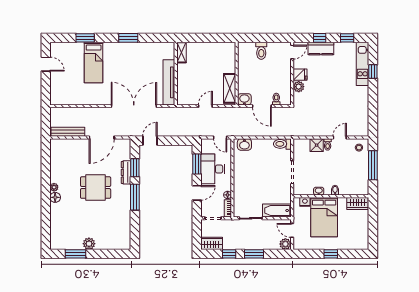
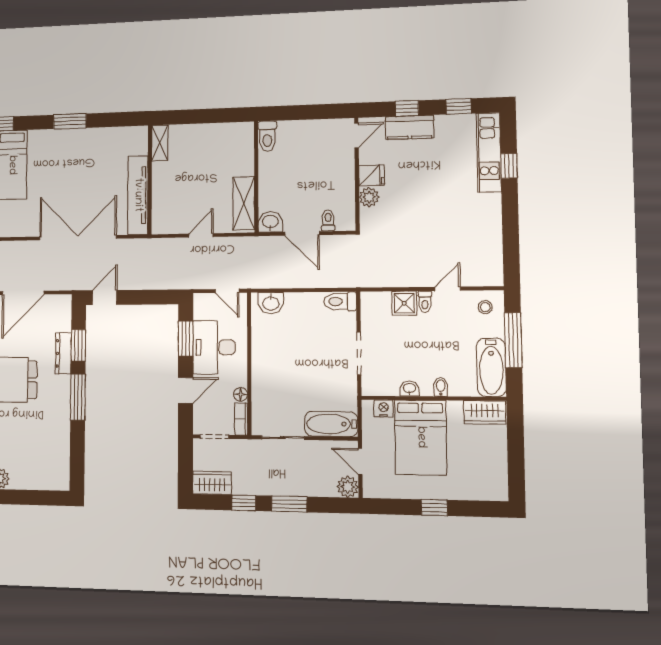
toilet: (261, 51) -> (267, 136), moved
bathtub: (361, 180) -> (491, 367), added

